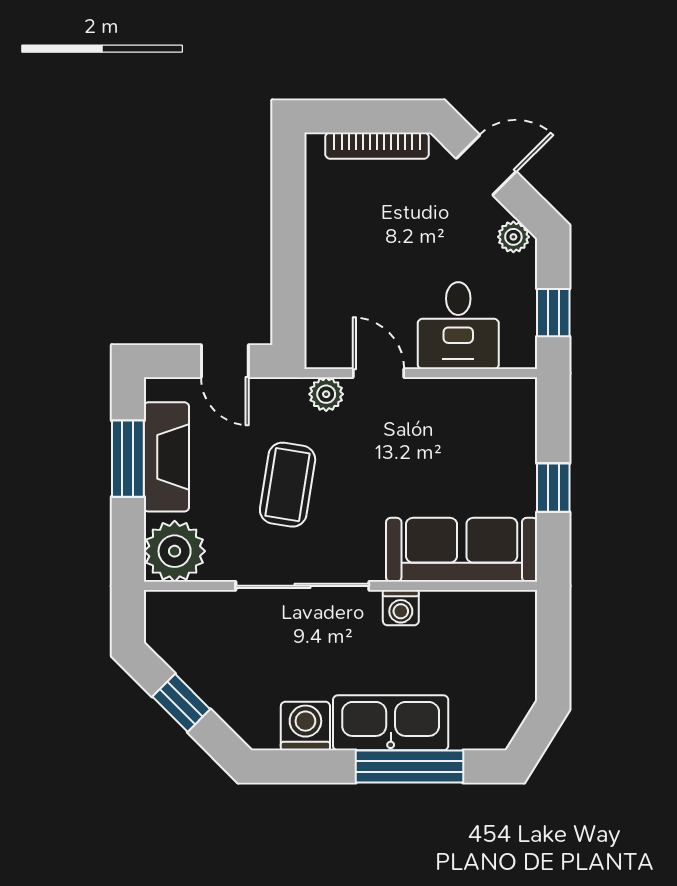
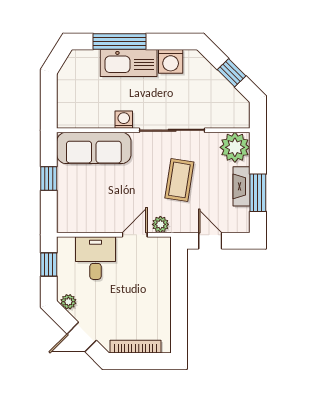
door: (378, 373) -> (135, 235), swing flipped
fireplace: (166, 457) -> (242, 186), width x0.73, depth x0.76

